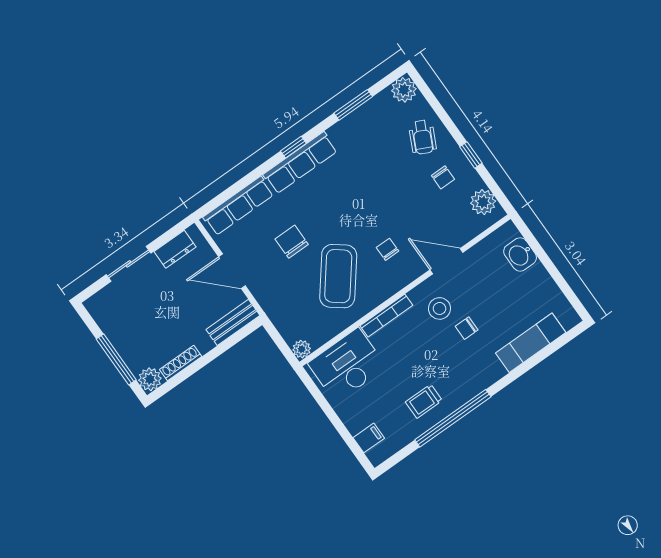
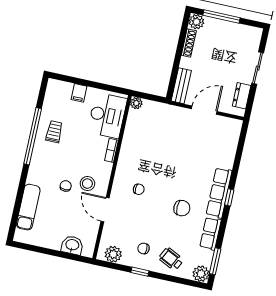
window: (353, 105) -> (215, 261), moved
row of seats: (238, 206) -> (210, 234), moved, width x0.68
chair: (292, 242) -> (182, 208), moved
door: (446, 261) -> (105, 210), swing flipped
coffee table: (338, 276) -> (151, 155), removed
bookcase: (386, 315) -> (111, 150), width x0.64
filing cabinet: (369, 438) -> (79, 93), moved

